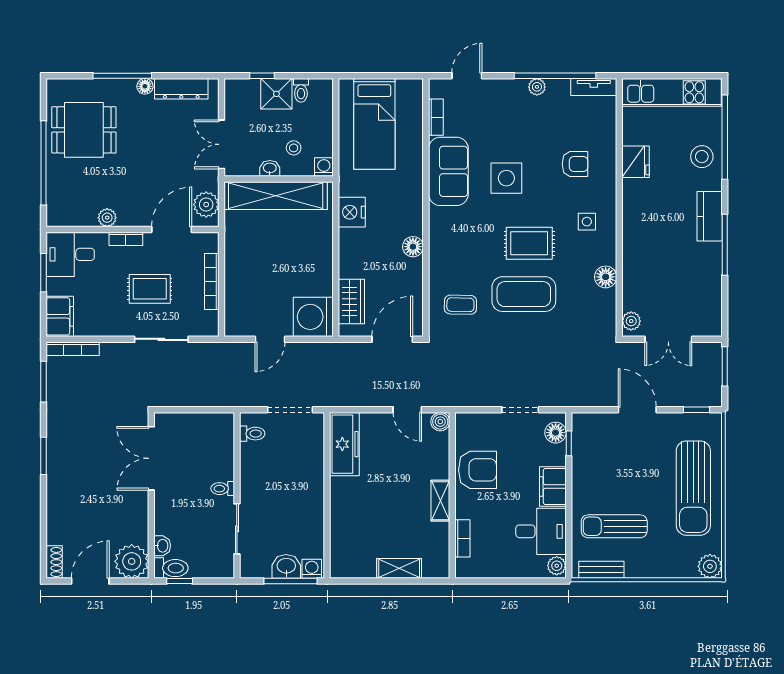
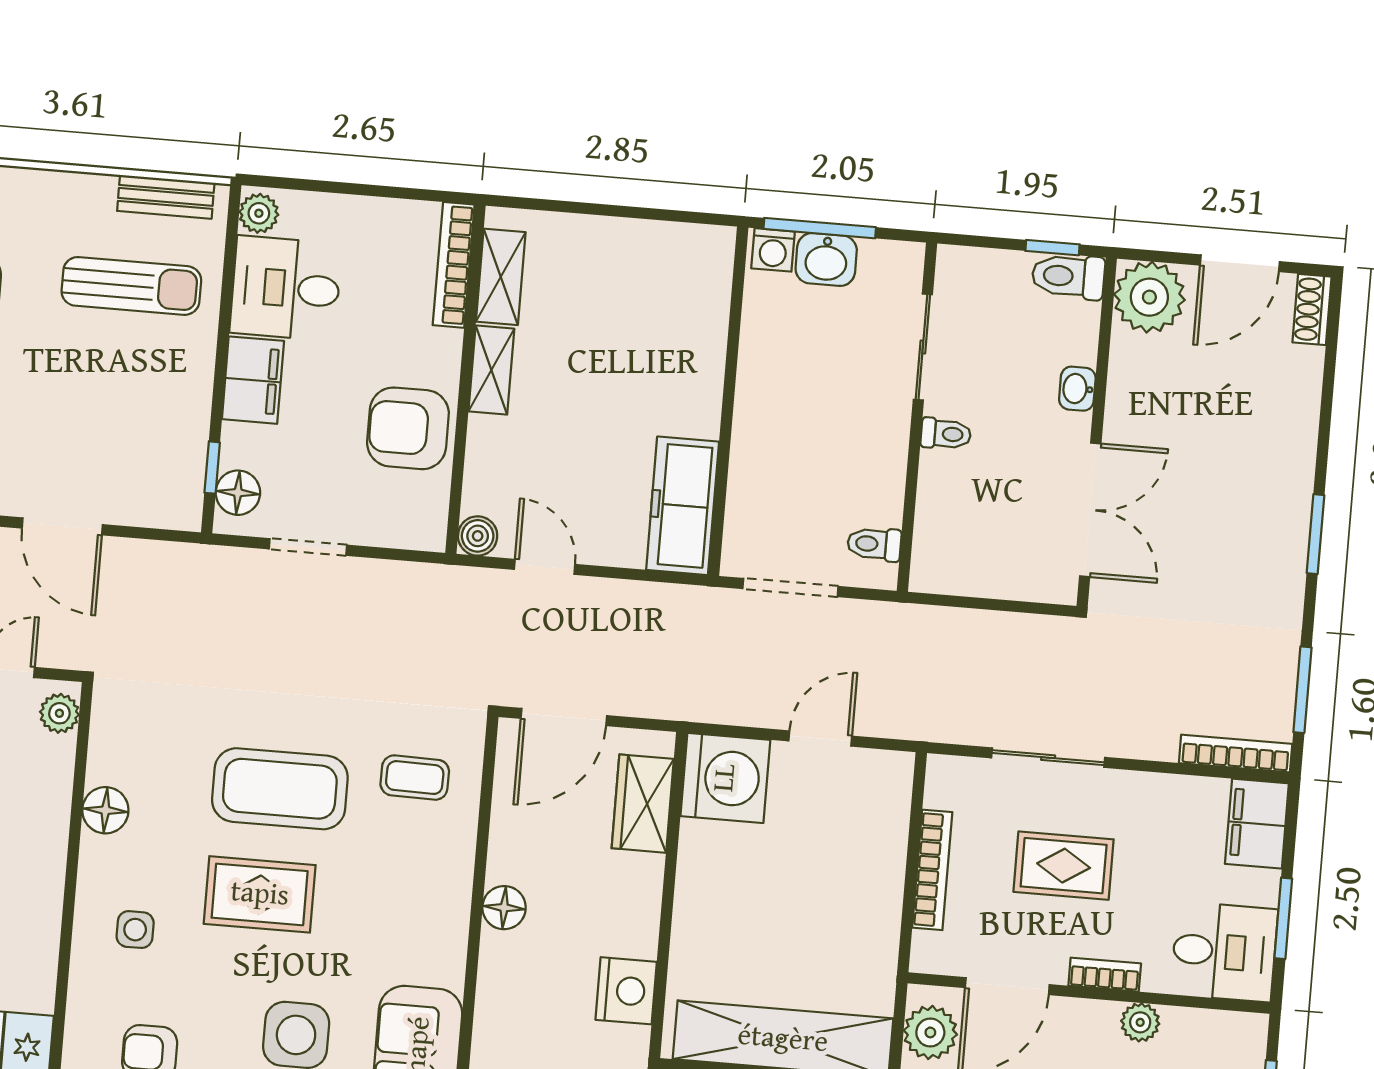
bookcase: (462, 538) -> (454, 265), width x1.56
washbasin: (162, 546) -> (1077, 389), moved
shelving: (399, 568) -> (501, 277), moved, turned 90

